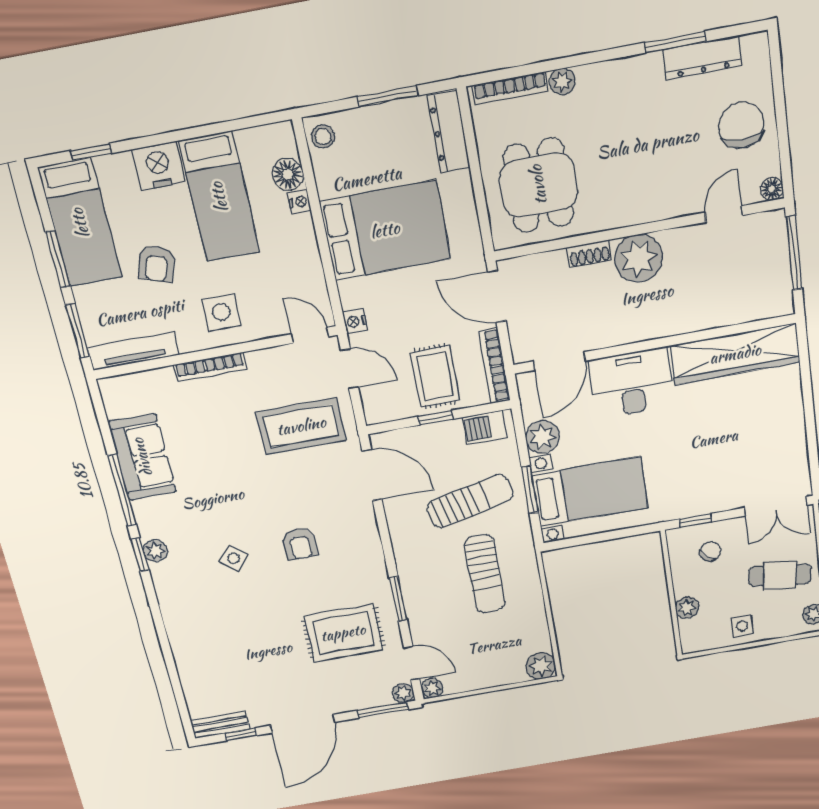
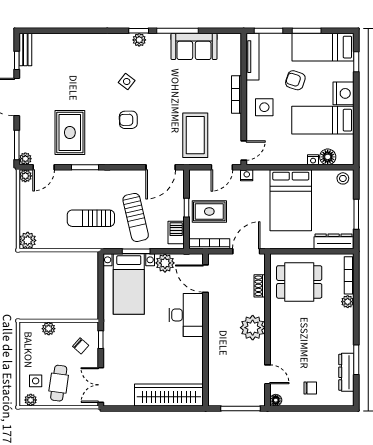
chair: (741, 125) -> (310, 388), width x0.54, depth x0.54
shoe rack: (589, 254) -> (260, 286), moved
wardrobe: (735, 354) -> (169, 395), moved, turned 90
side table: (742, 626) -> (36, 381), moved

